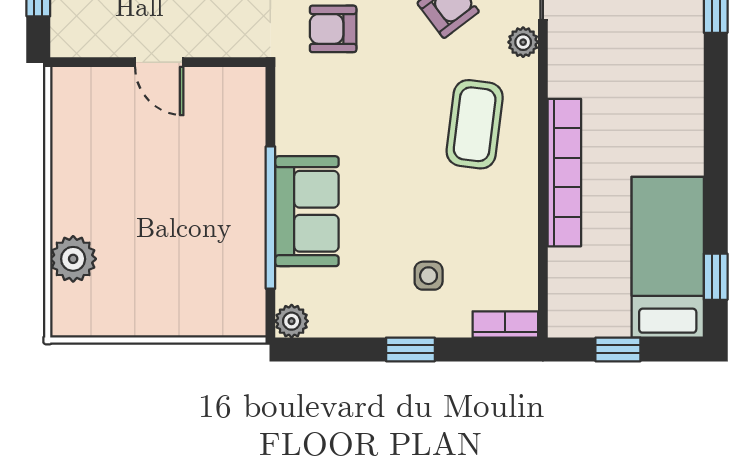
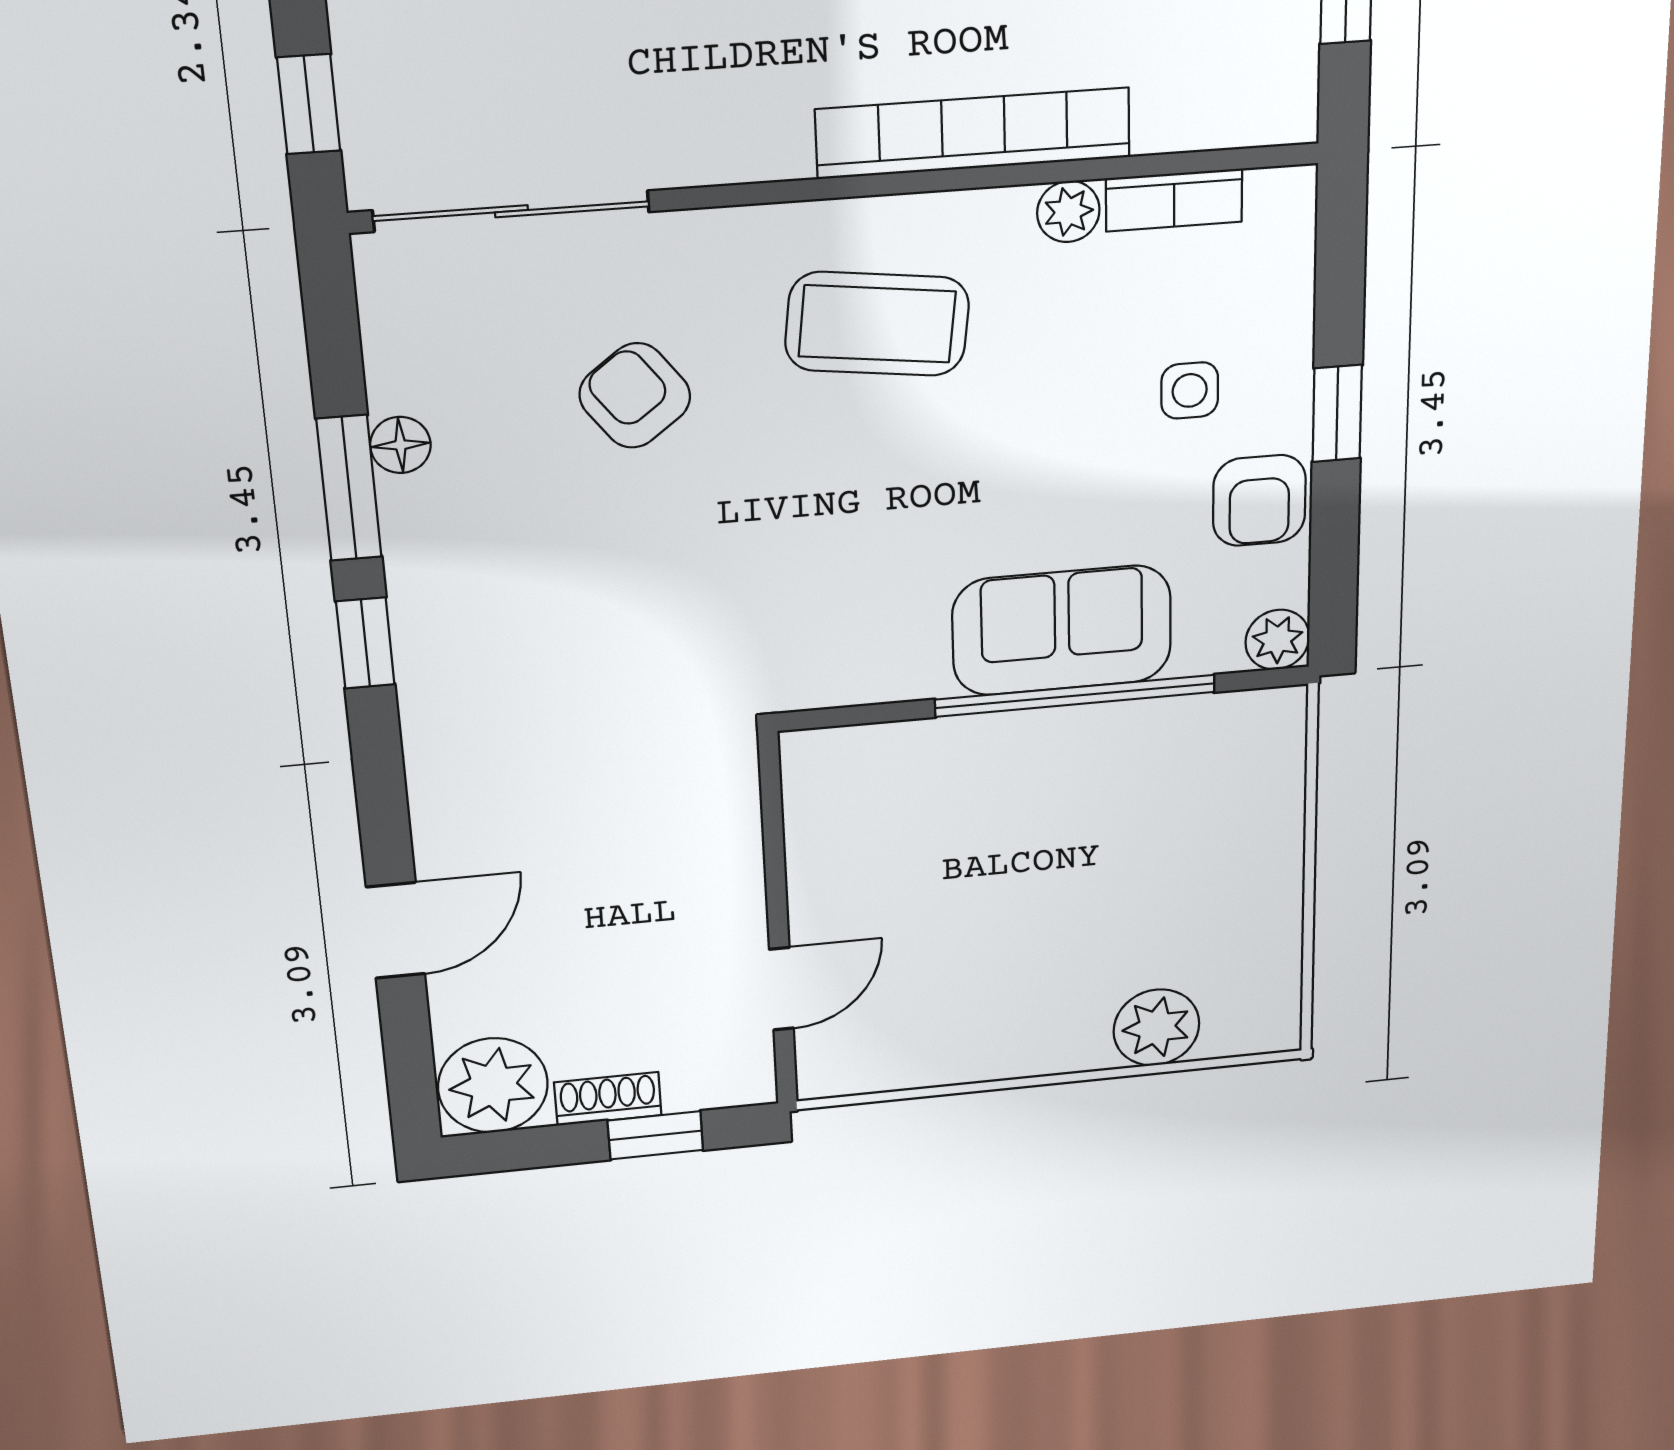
armchair: (333, 29) -> (1259, 500), moved
plant: (523, 42) -> (1068, 212), moved
door: (159, 62) -> (781, 989), moved
bookcase: (505, 324) -> (1174, 200), moved, turned -90

